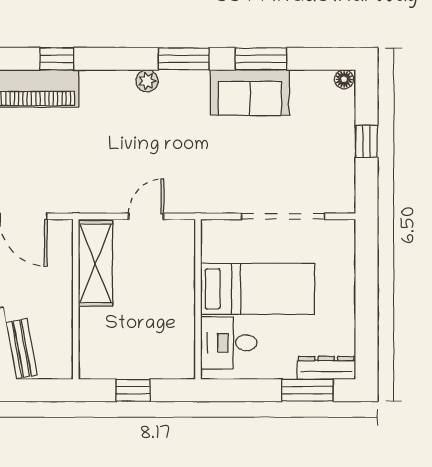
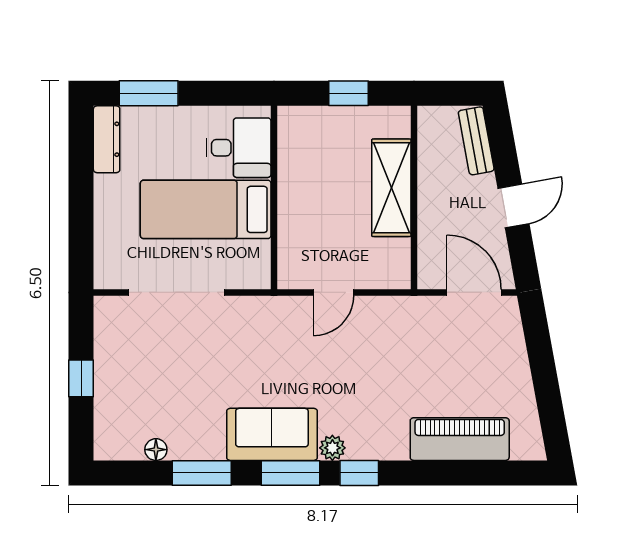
window: (57, 59) -> (359, 473), moved
floor lamp: (344, 79) -> (156, 450), moved
sofa: (250, 93) -> (272, 434), moved
shelving: (96, 263) -> (391, 188), moved
dresser: (326, 368) -> (107, 139), moved, turned -90

